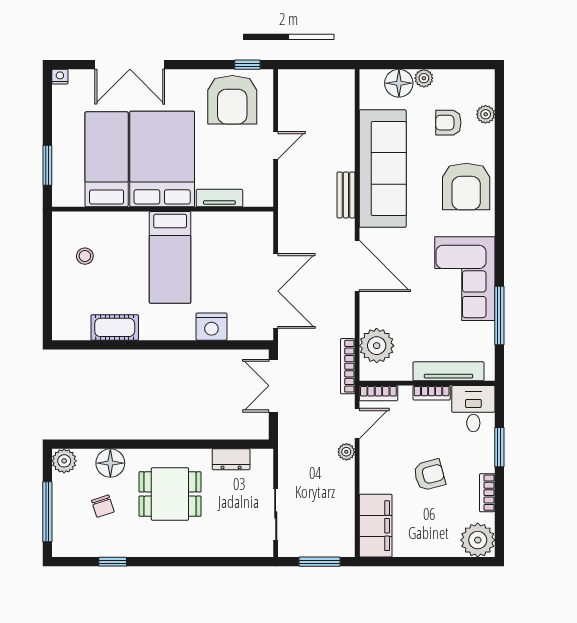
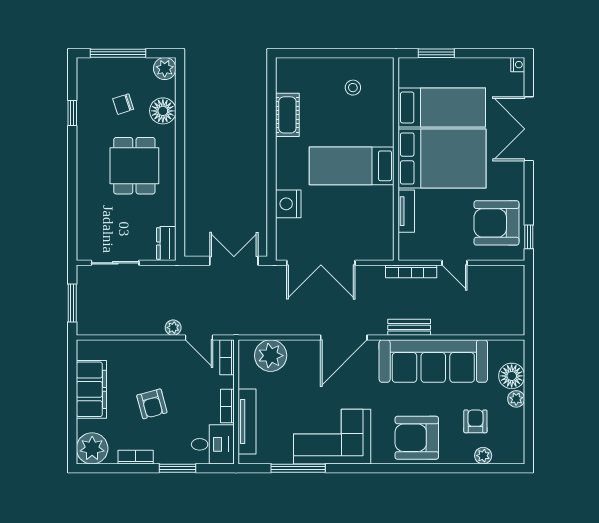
bookcase: (348, 366) -> (411, 271), moved, turned 180
dresser: (231, 459) -> (166, 244), moved
filing cabinet: (376, 526) -> (91, 389), moved, turned -90

